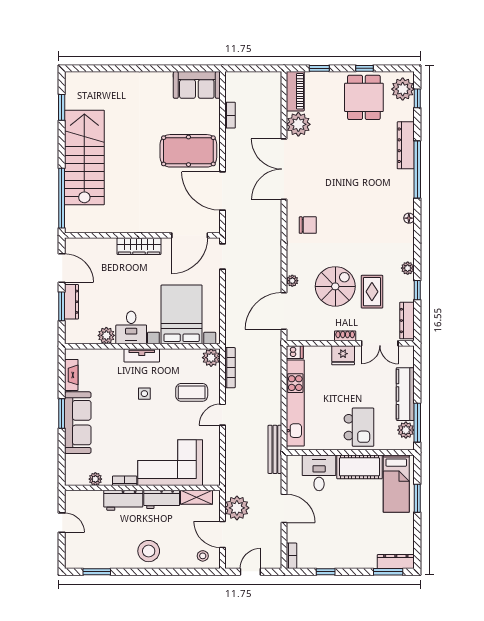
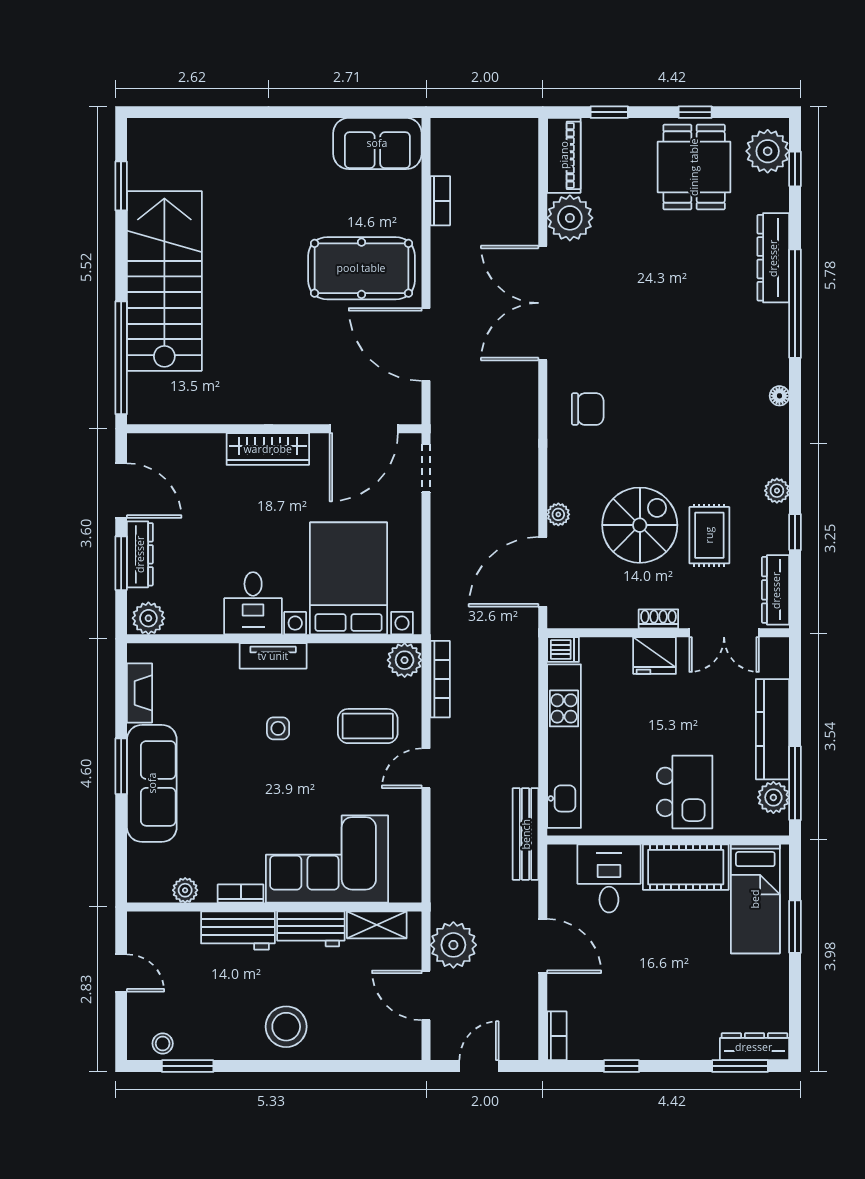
plant: (106, 335) -> (148, 618), moved
stool: (203, 556) -> (163, 1043), moved

